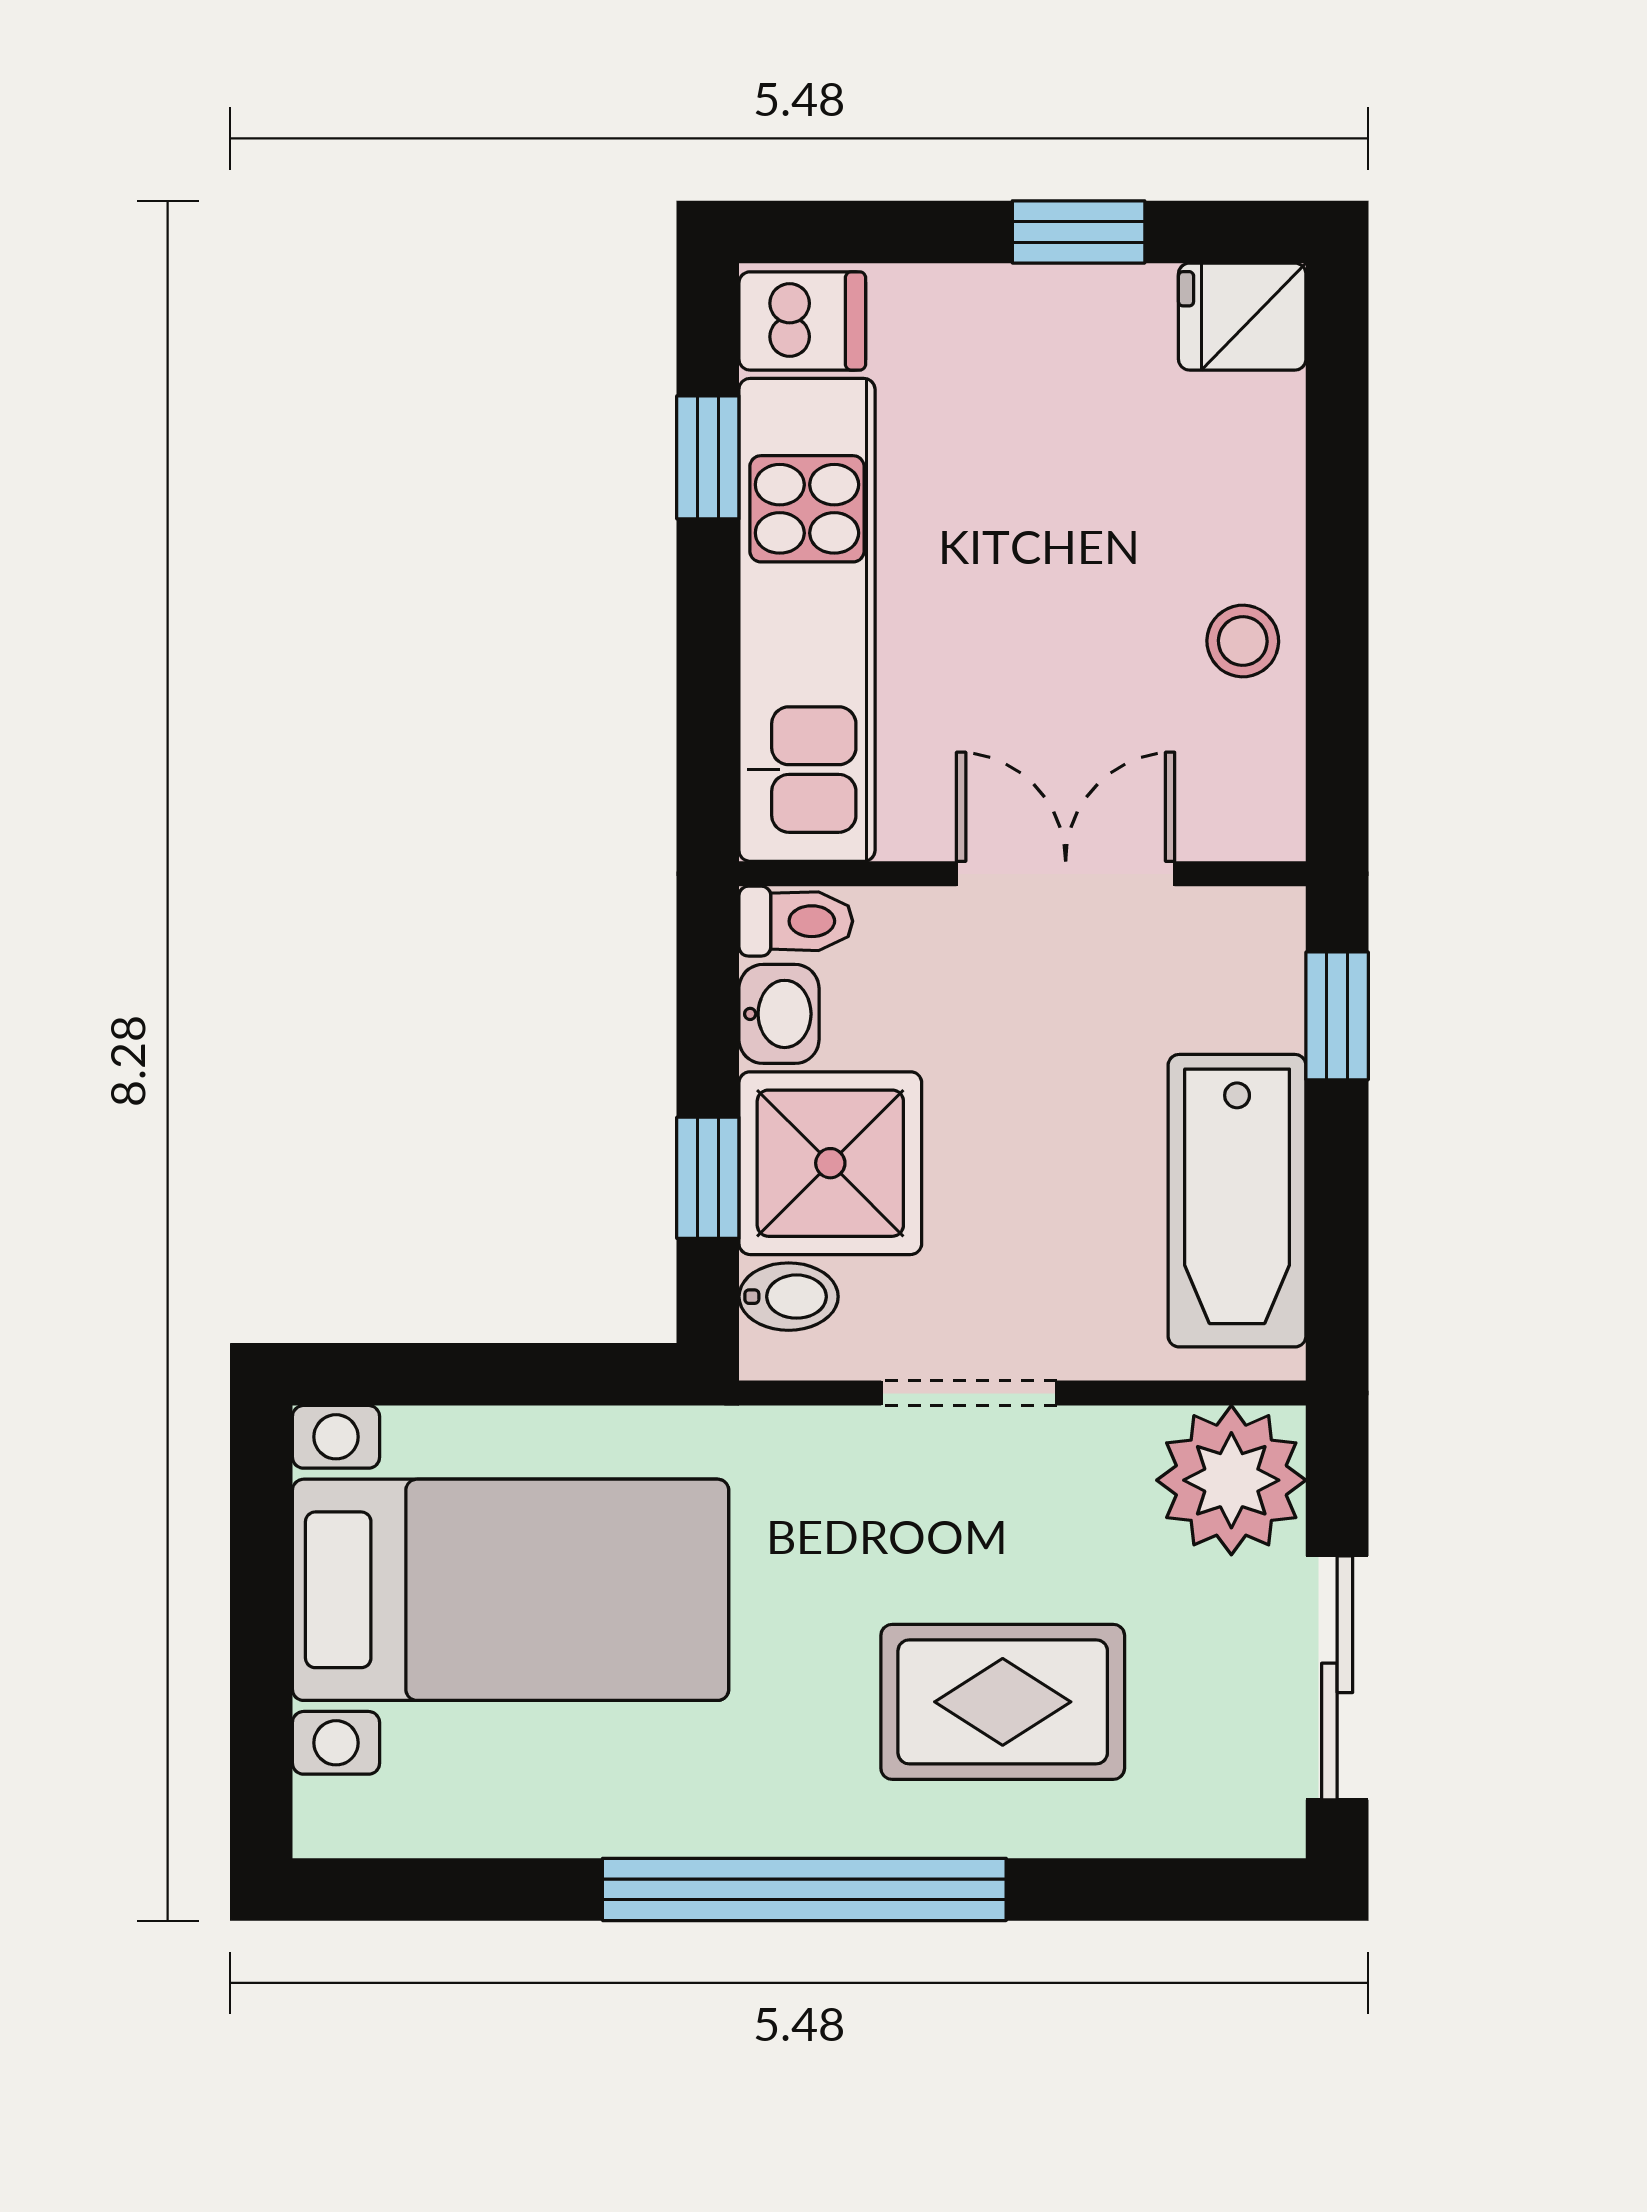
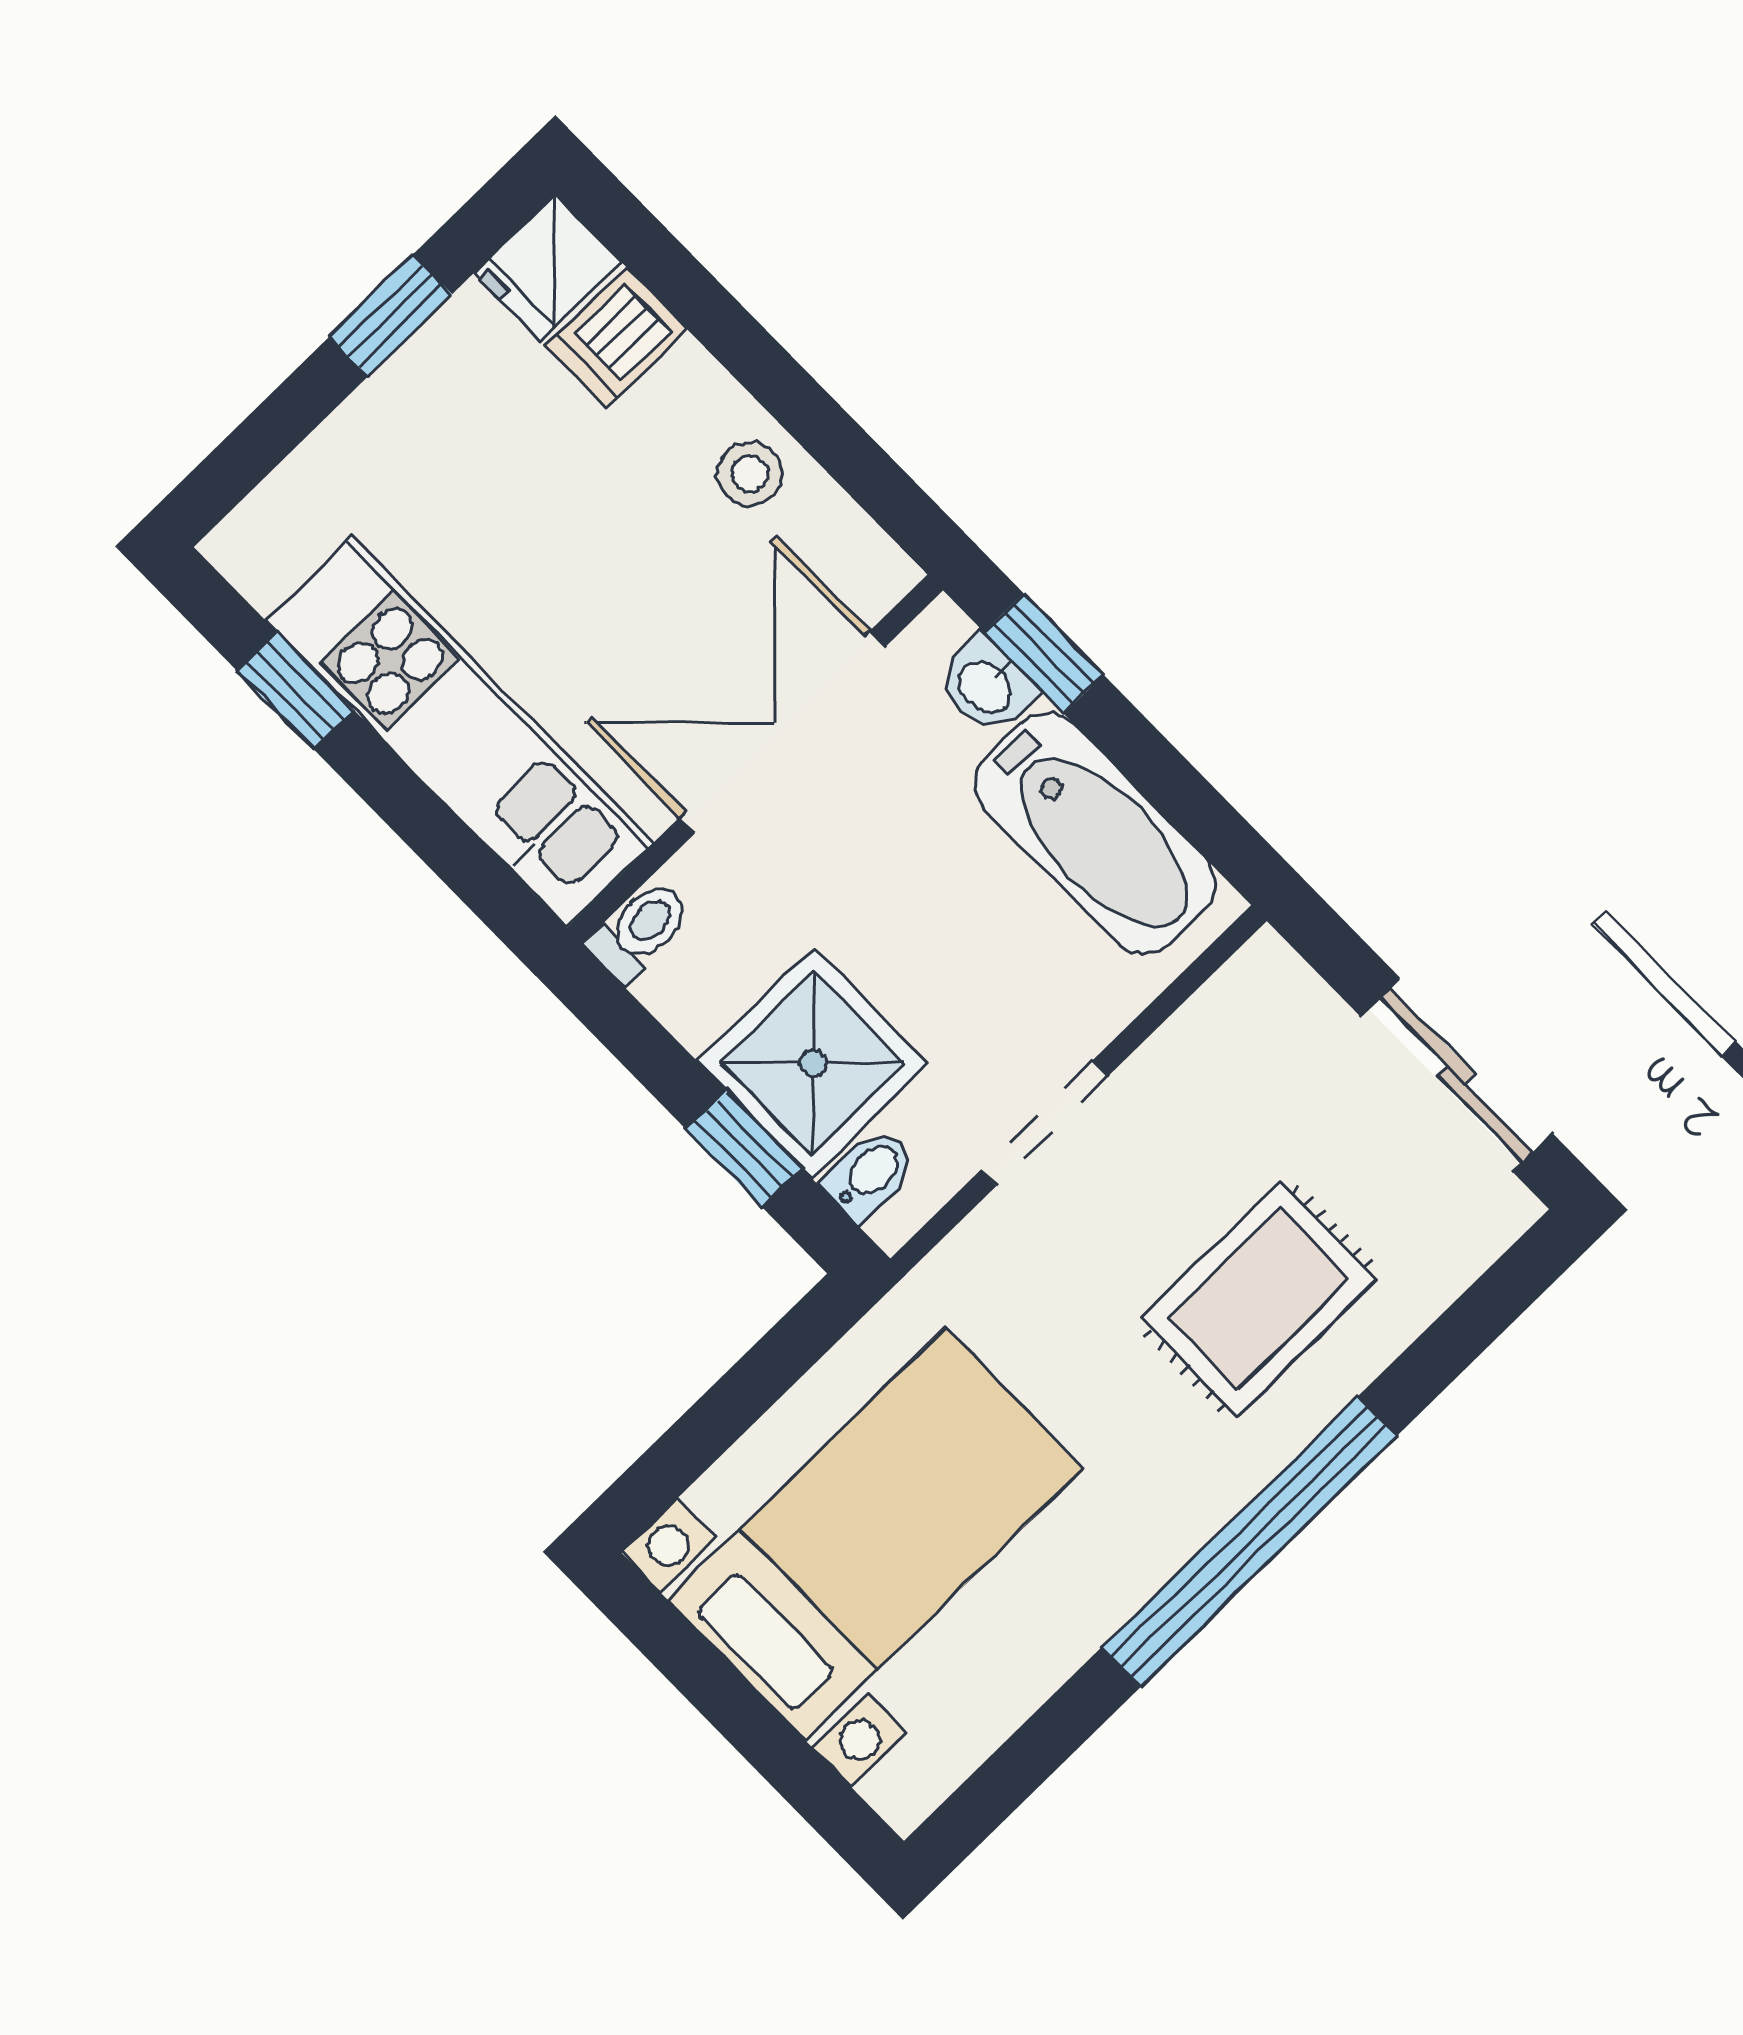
dishwasher: (802, 321) -> (617, 338), moved, turned 180
double door: (1066, 874) -> (782, 732), width x1.37
washbasin: (779, 1014) -> (986, 686), moved, turned 180
plant: (1231, 1480) -> (1266, 1015), removed

